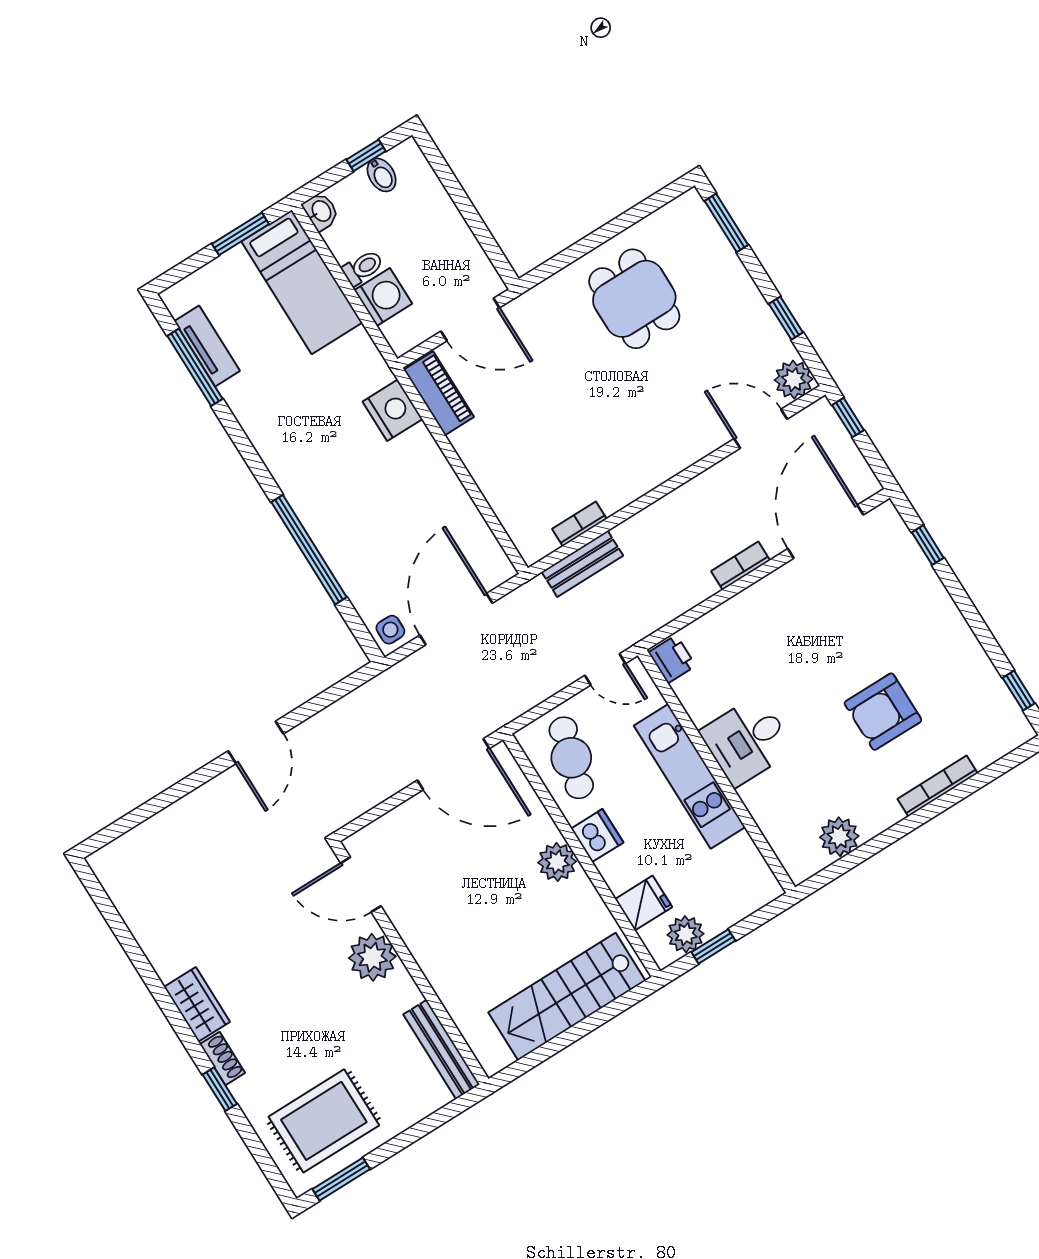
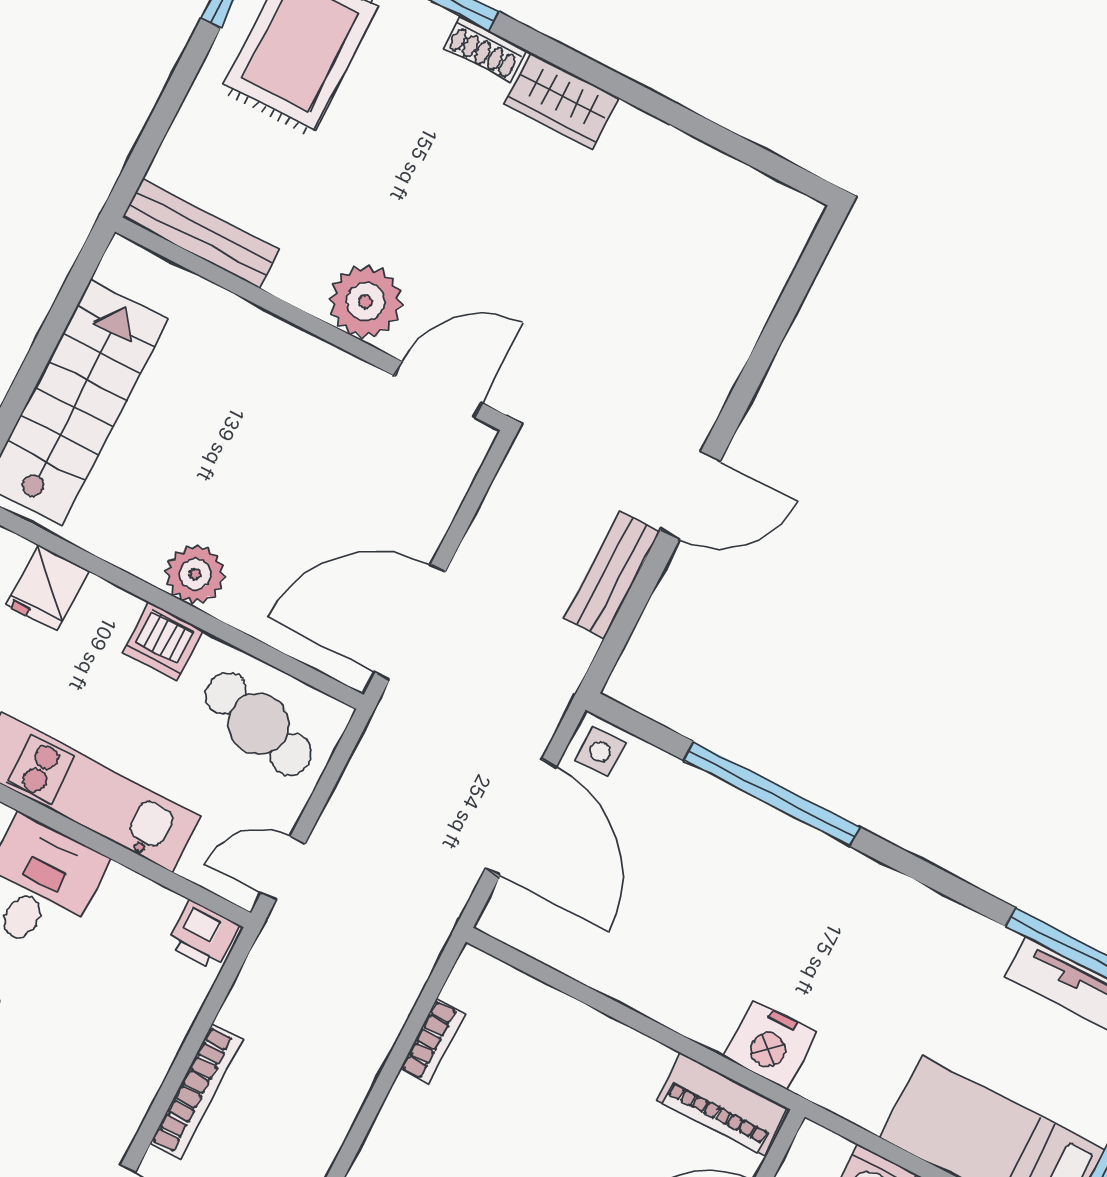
bench: (582, 564) -> (612, 575), moved
bookcase: (741, 566) -> (196, 1091), width x1.56
door: (256, 742) -> (690, 495), swing flipped

